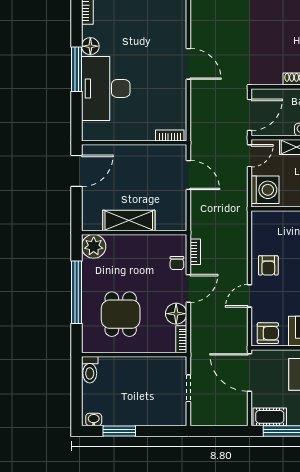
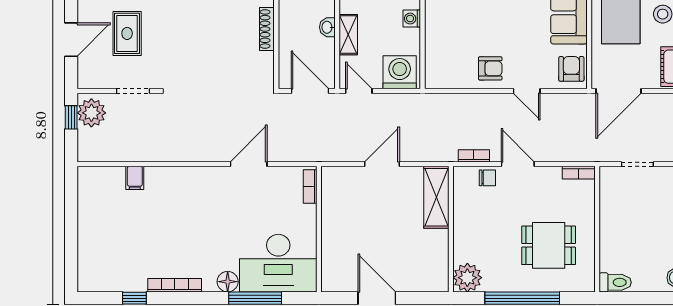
bookcase: (170, 135) -> (310, 187), moved
wall: (134, 143) -> (319, 229), moved
shelving: (129, 221) -> (436, 197), moved
floor lamp: (176, 314) -> (548, 179), removed

